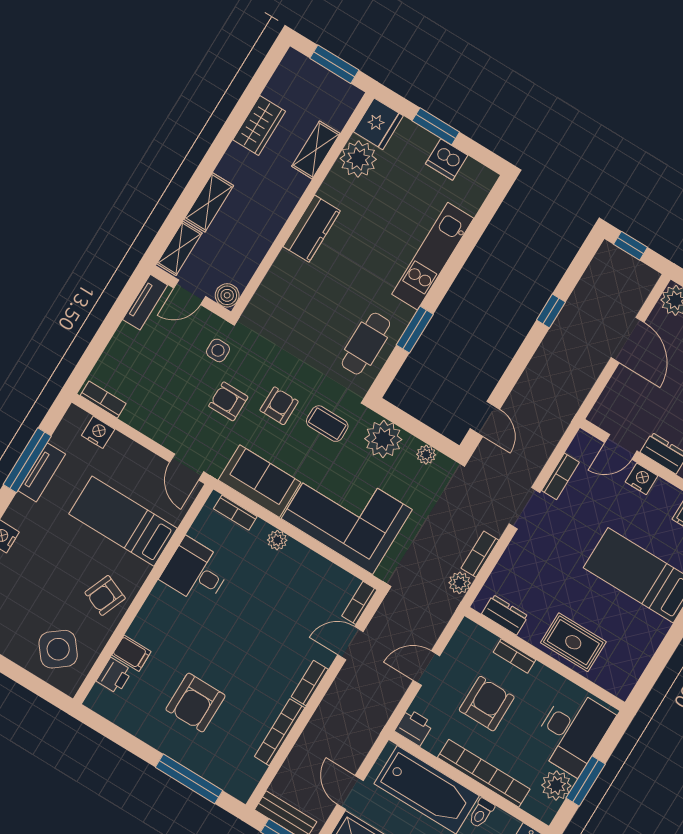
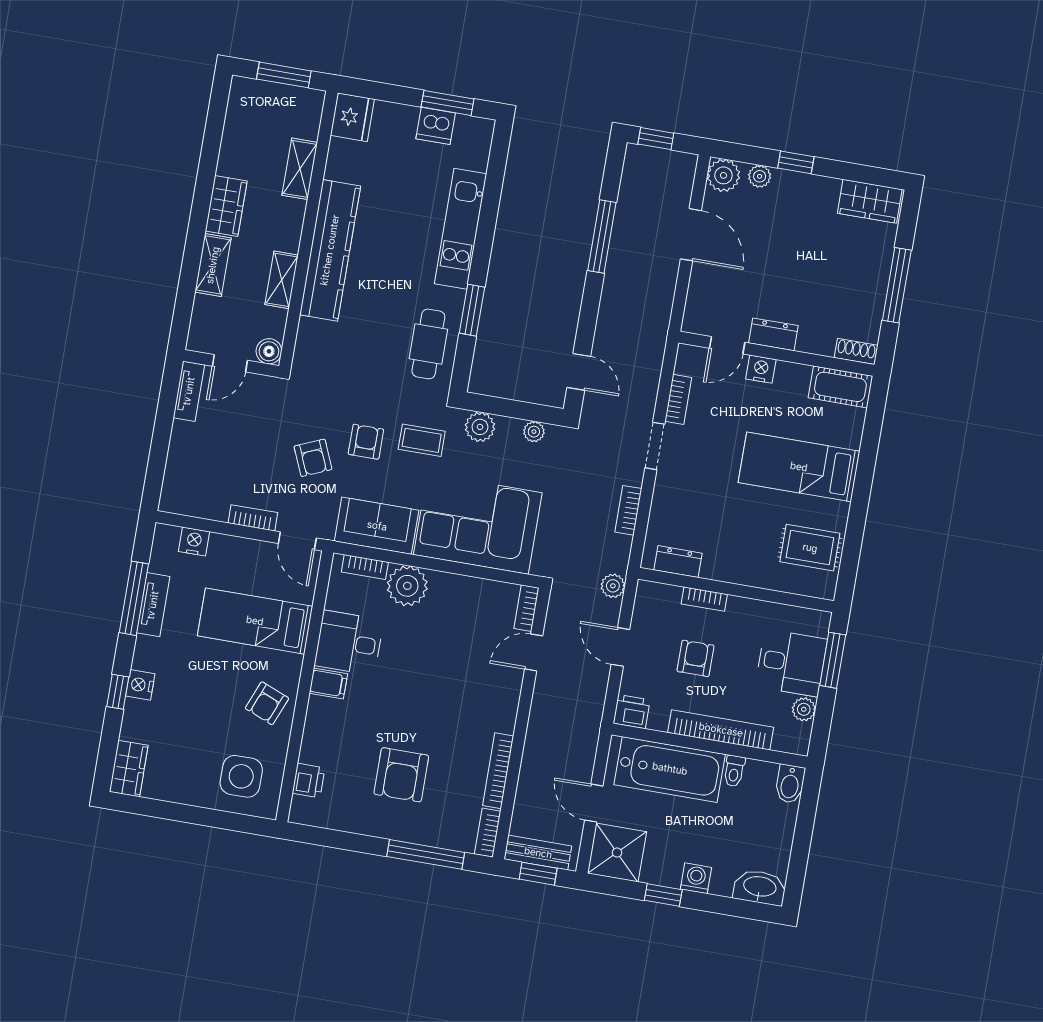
wardrobe: (259, 126) -> (226, 206), moved
window: (436, 126) -> (447, 103), moved
plant: (358, 159) -> (346, 161), removed
kitchen counter: (312, 229) -> (330, 250), width x2.08, depth x1.17
shelving: (179, 248) -> (282, 280), moved
window: (551, 311) -> (602, 236), width x2.17
side table: (218, 350) -> (282, 411), removed
bookcase: (103, 400) -> (253, 518), moved
armchair: (228, 401) -> (313, 458), turned -113
plant: (383, 439) -> (480, 427), width x0.73, depth x0.73
plant: (277, 540) -> (407, 586), width x1.88, depth x1.88
plant: (460, 583) -> (613, 586), moved
rug: (573, 642) -> (810, 548), moved
side table: (58, 649) -> (241, 776), turned 38
filing cabinet: (131, 653) -> (328, 684), moved
door: (426, 668) -> (620, 647), hinge flipped
bookcase: (310, 683) -> (488, 833), moved
armchair: (487, 704) -> (696, 658), width x0.72, depth x0.72
desk: (572, 732) -> (791, 663), width x0.73
window: (586, 781) -> (833, 660), moved
plant: (556, 786) -> (804, 709), width x0.73, depth x0.73

